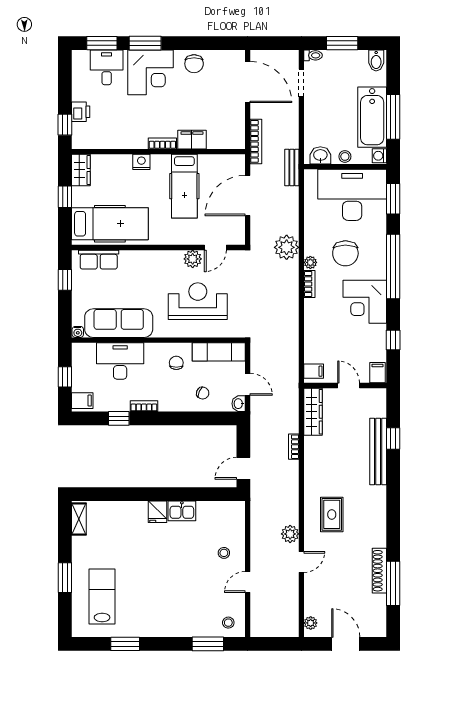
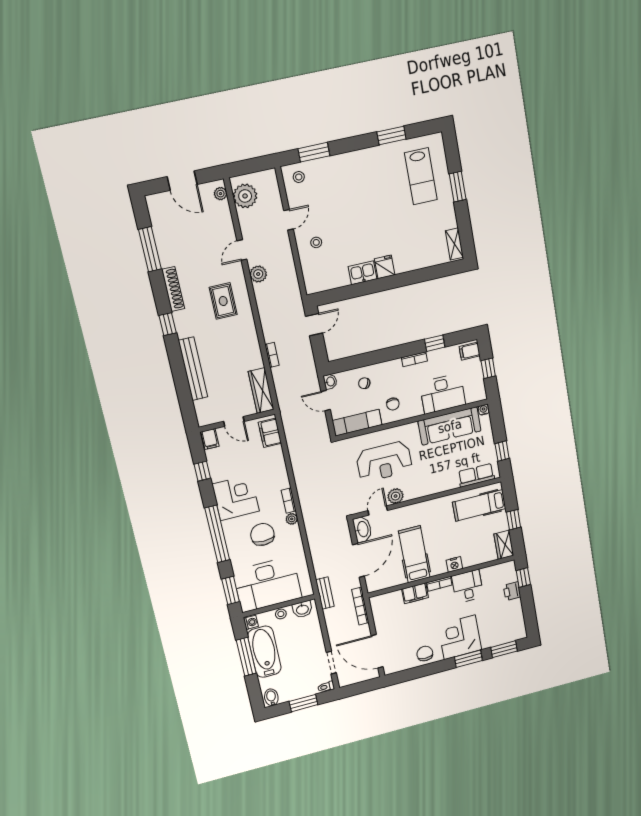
desk: (107, 67) -> (468, 586), moved, turned 180
hospital bed: (110, 224) -> (479, 505), width x0.73, depth x0.78
washbasin: (236, 230) -> (362, 529), added
plant: (287, 247) -> (245, 196), moved
filing cabinet: (314, 371) -> (270, 433), width x2.00
window: (393, 438) -> (168, 324), moved
shoe rack: (379, 571) -> (173, 289), moved

